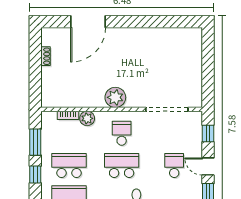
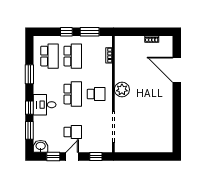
plant: (87, 118) -> (107, 69), removed

